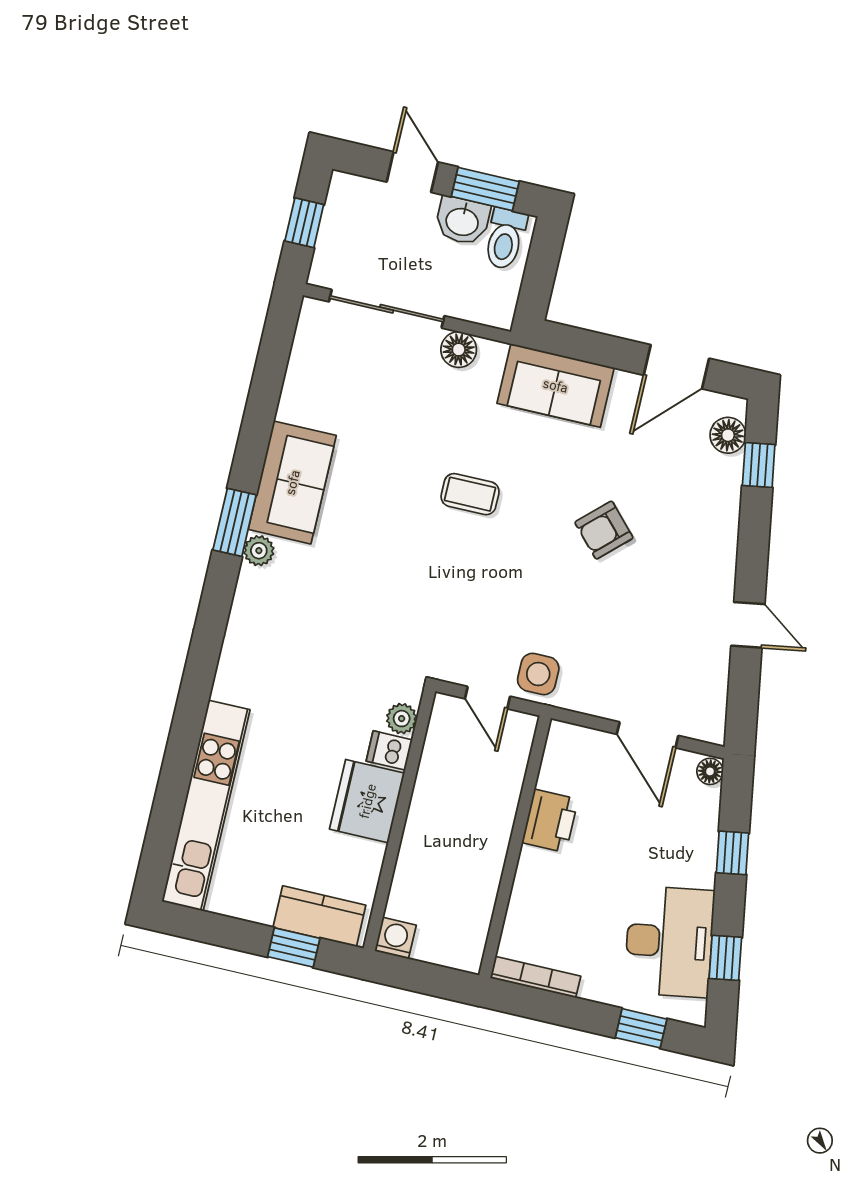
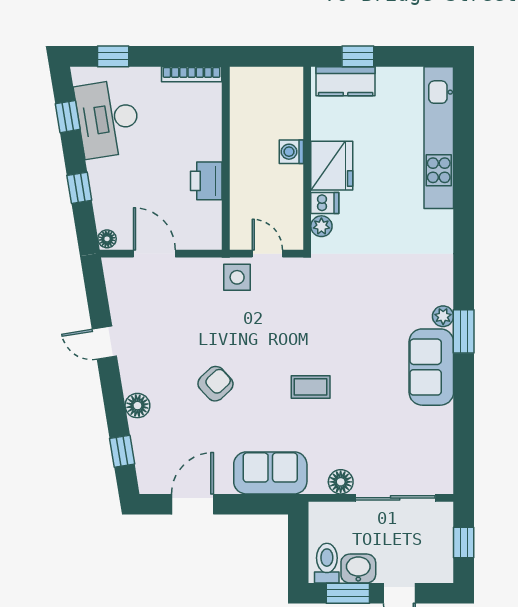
floor lamp: (728, 435) -> (137, 406), moved
washing machine: (395, 938) -> (291, 152), moved, turned 90

